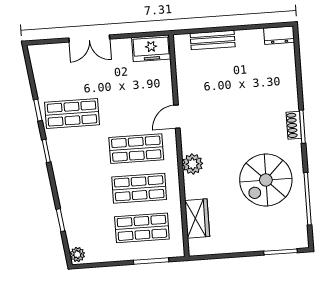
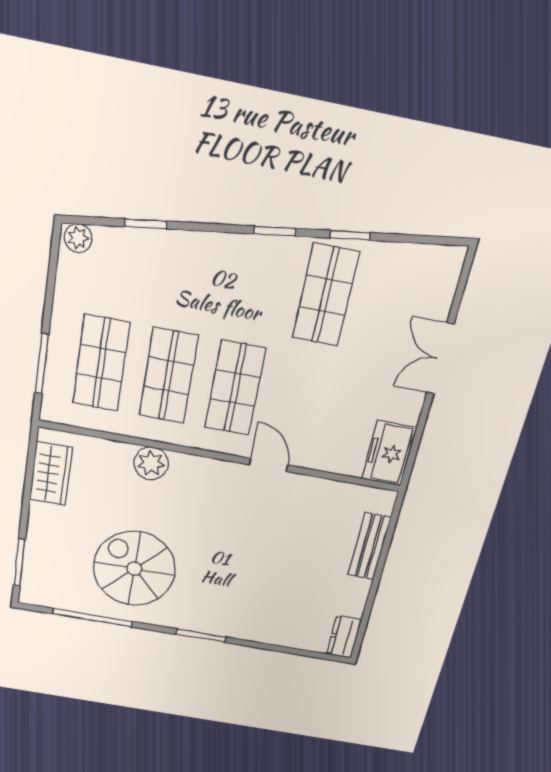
shoe rack: (294, 125) -> (206, 625), removed
plant: (193, 164) -> (151, 463), moved
wardrobe: (197, 219) -> (51, 474), moved, turned -90

